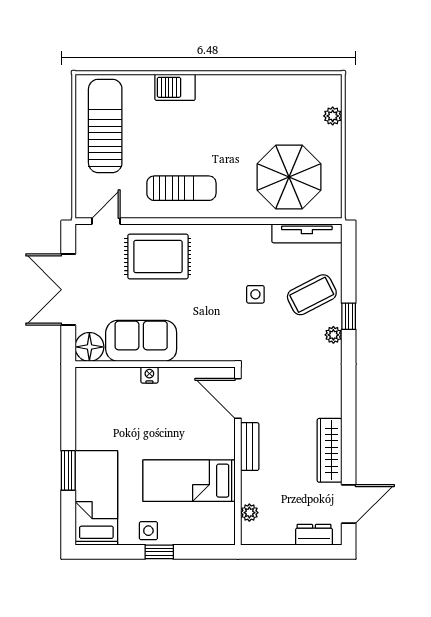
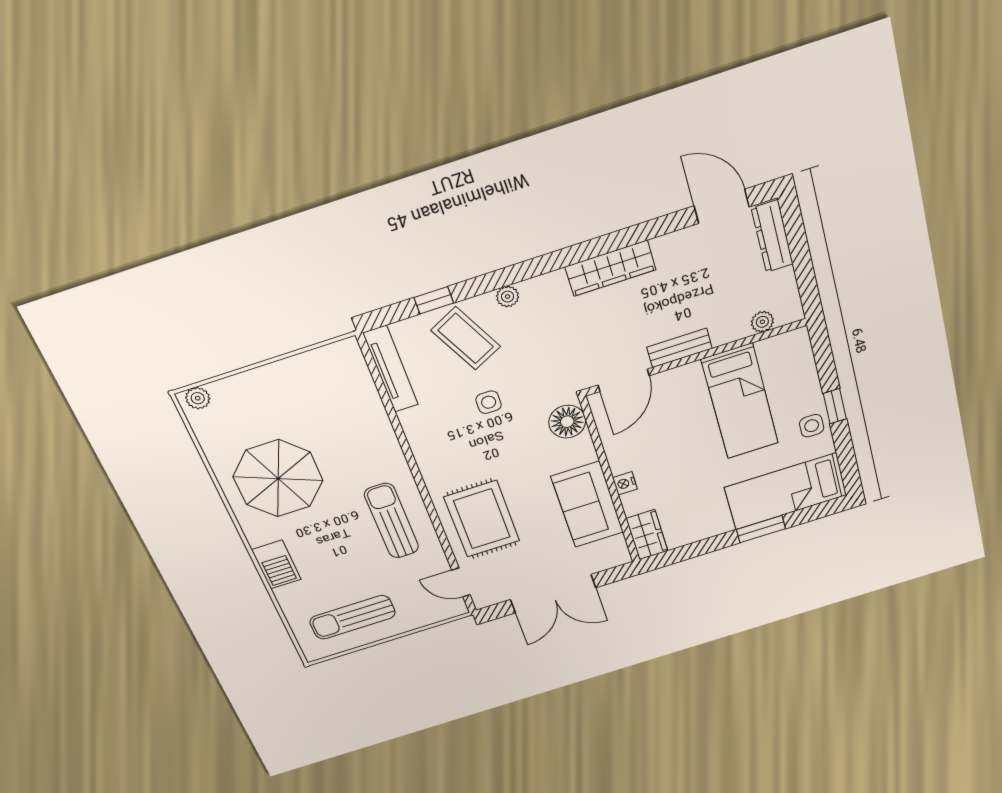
plant: (333, 116) -> (198, 398), moved
sun lounger: (105, 126) -> (353, 617), width x0.73, depth x0.75
parasol: (289, 177) -> (278, 478), moved
window: (349, 316) -> (434, 300), moved
floor lamp: (89, 347) -> (567, 422), moved
wardrobe: (96, 379) -> (647, 535), added
wardrobe: (330, 450) -> (610, 268), moved
dresser: (314, 535) -> (772, 236), width x1.44

